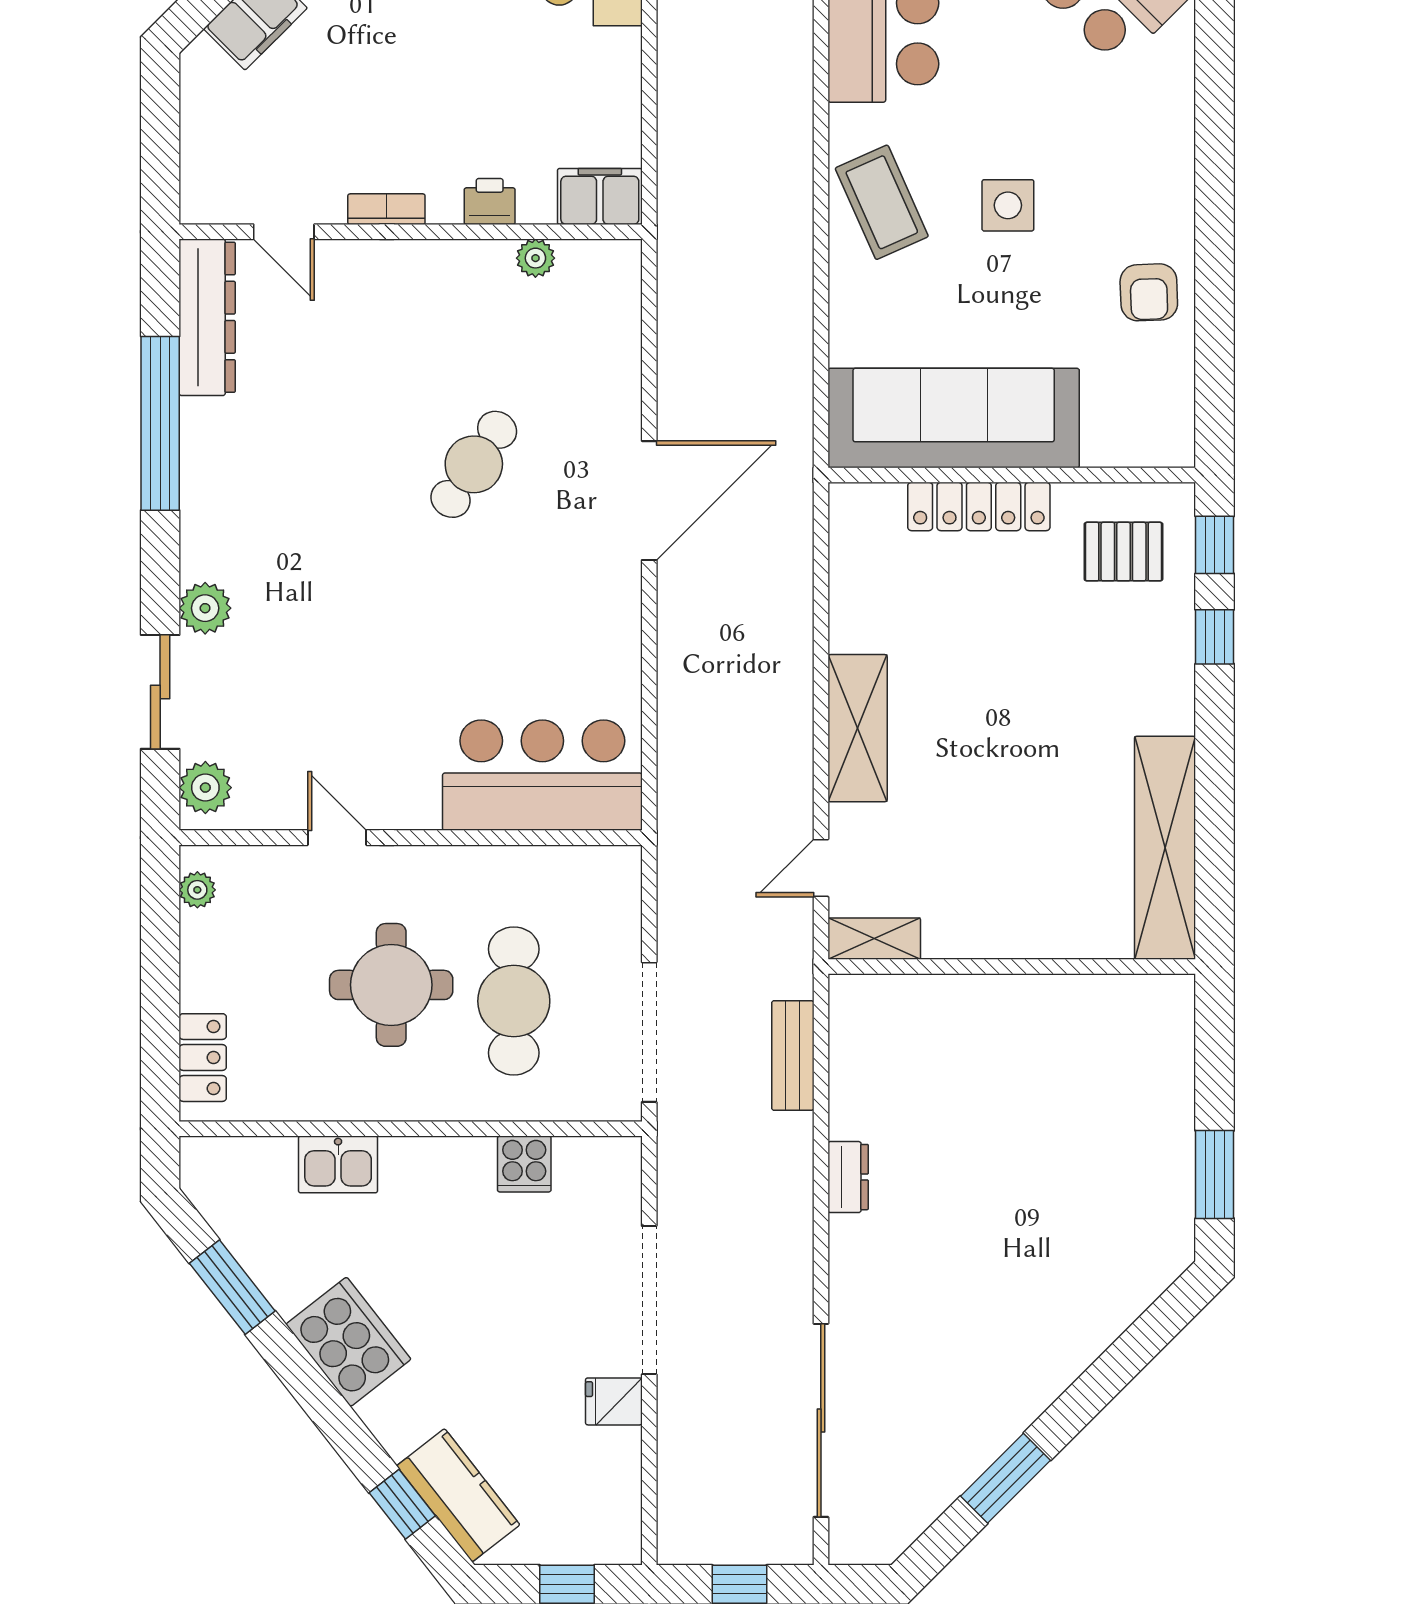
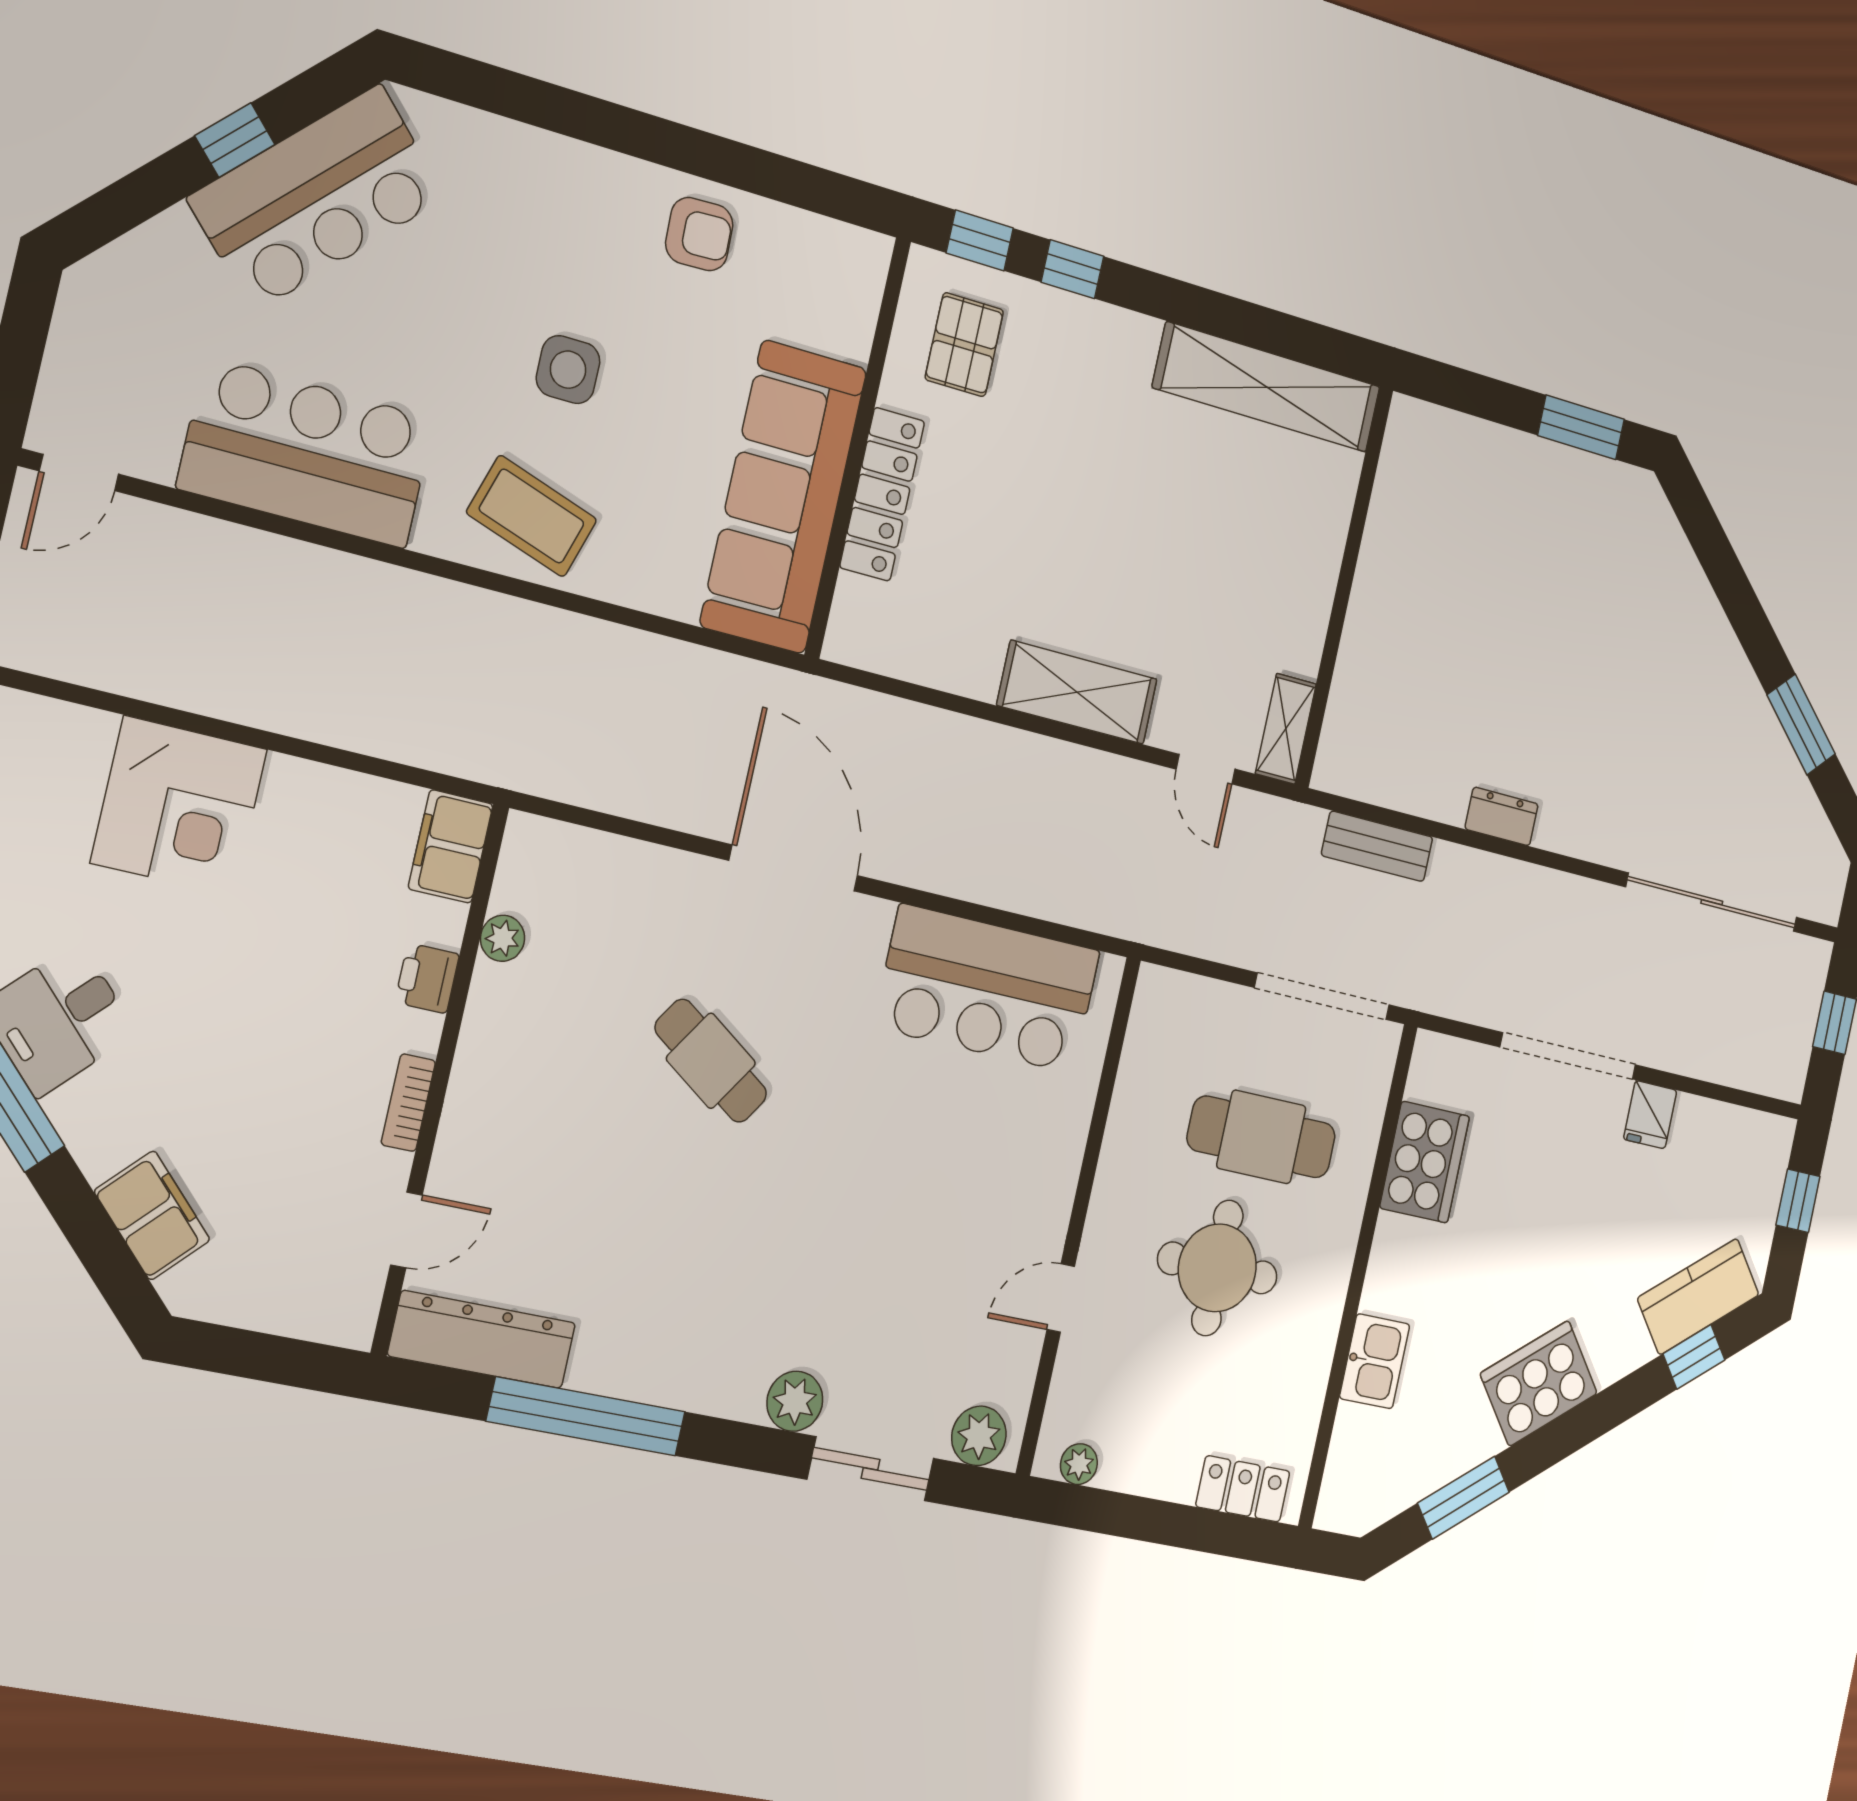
coffee table: (882, 202) -> (532, 516), turned 42
bar counter: (542, 775) -> (987, 989), moved, turned -90
cooker: (524, 1164) -> (1425, 1162), width x1.87, depth x1.31

